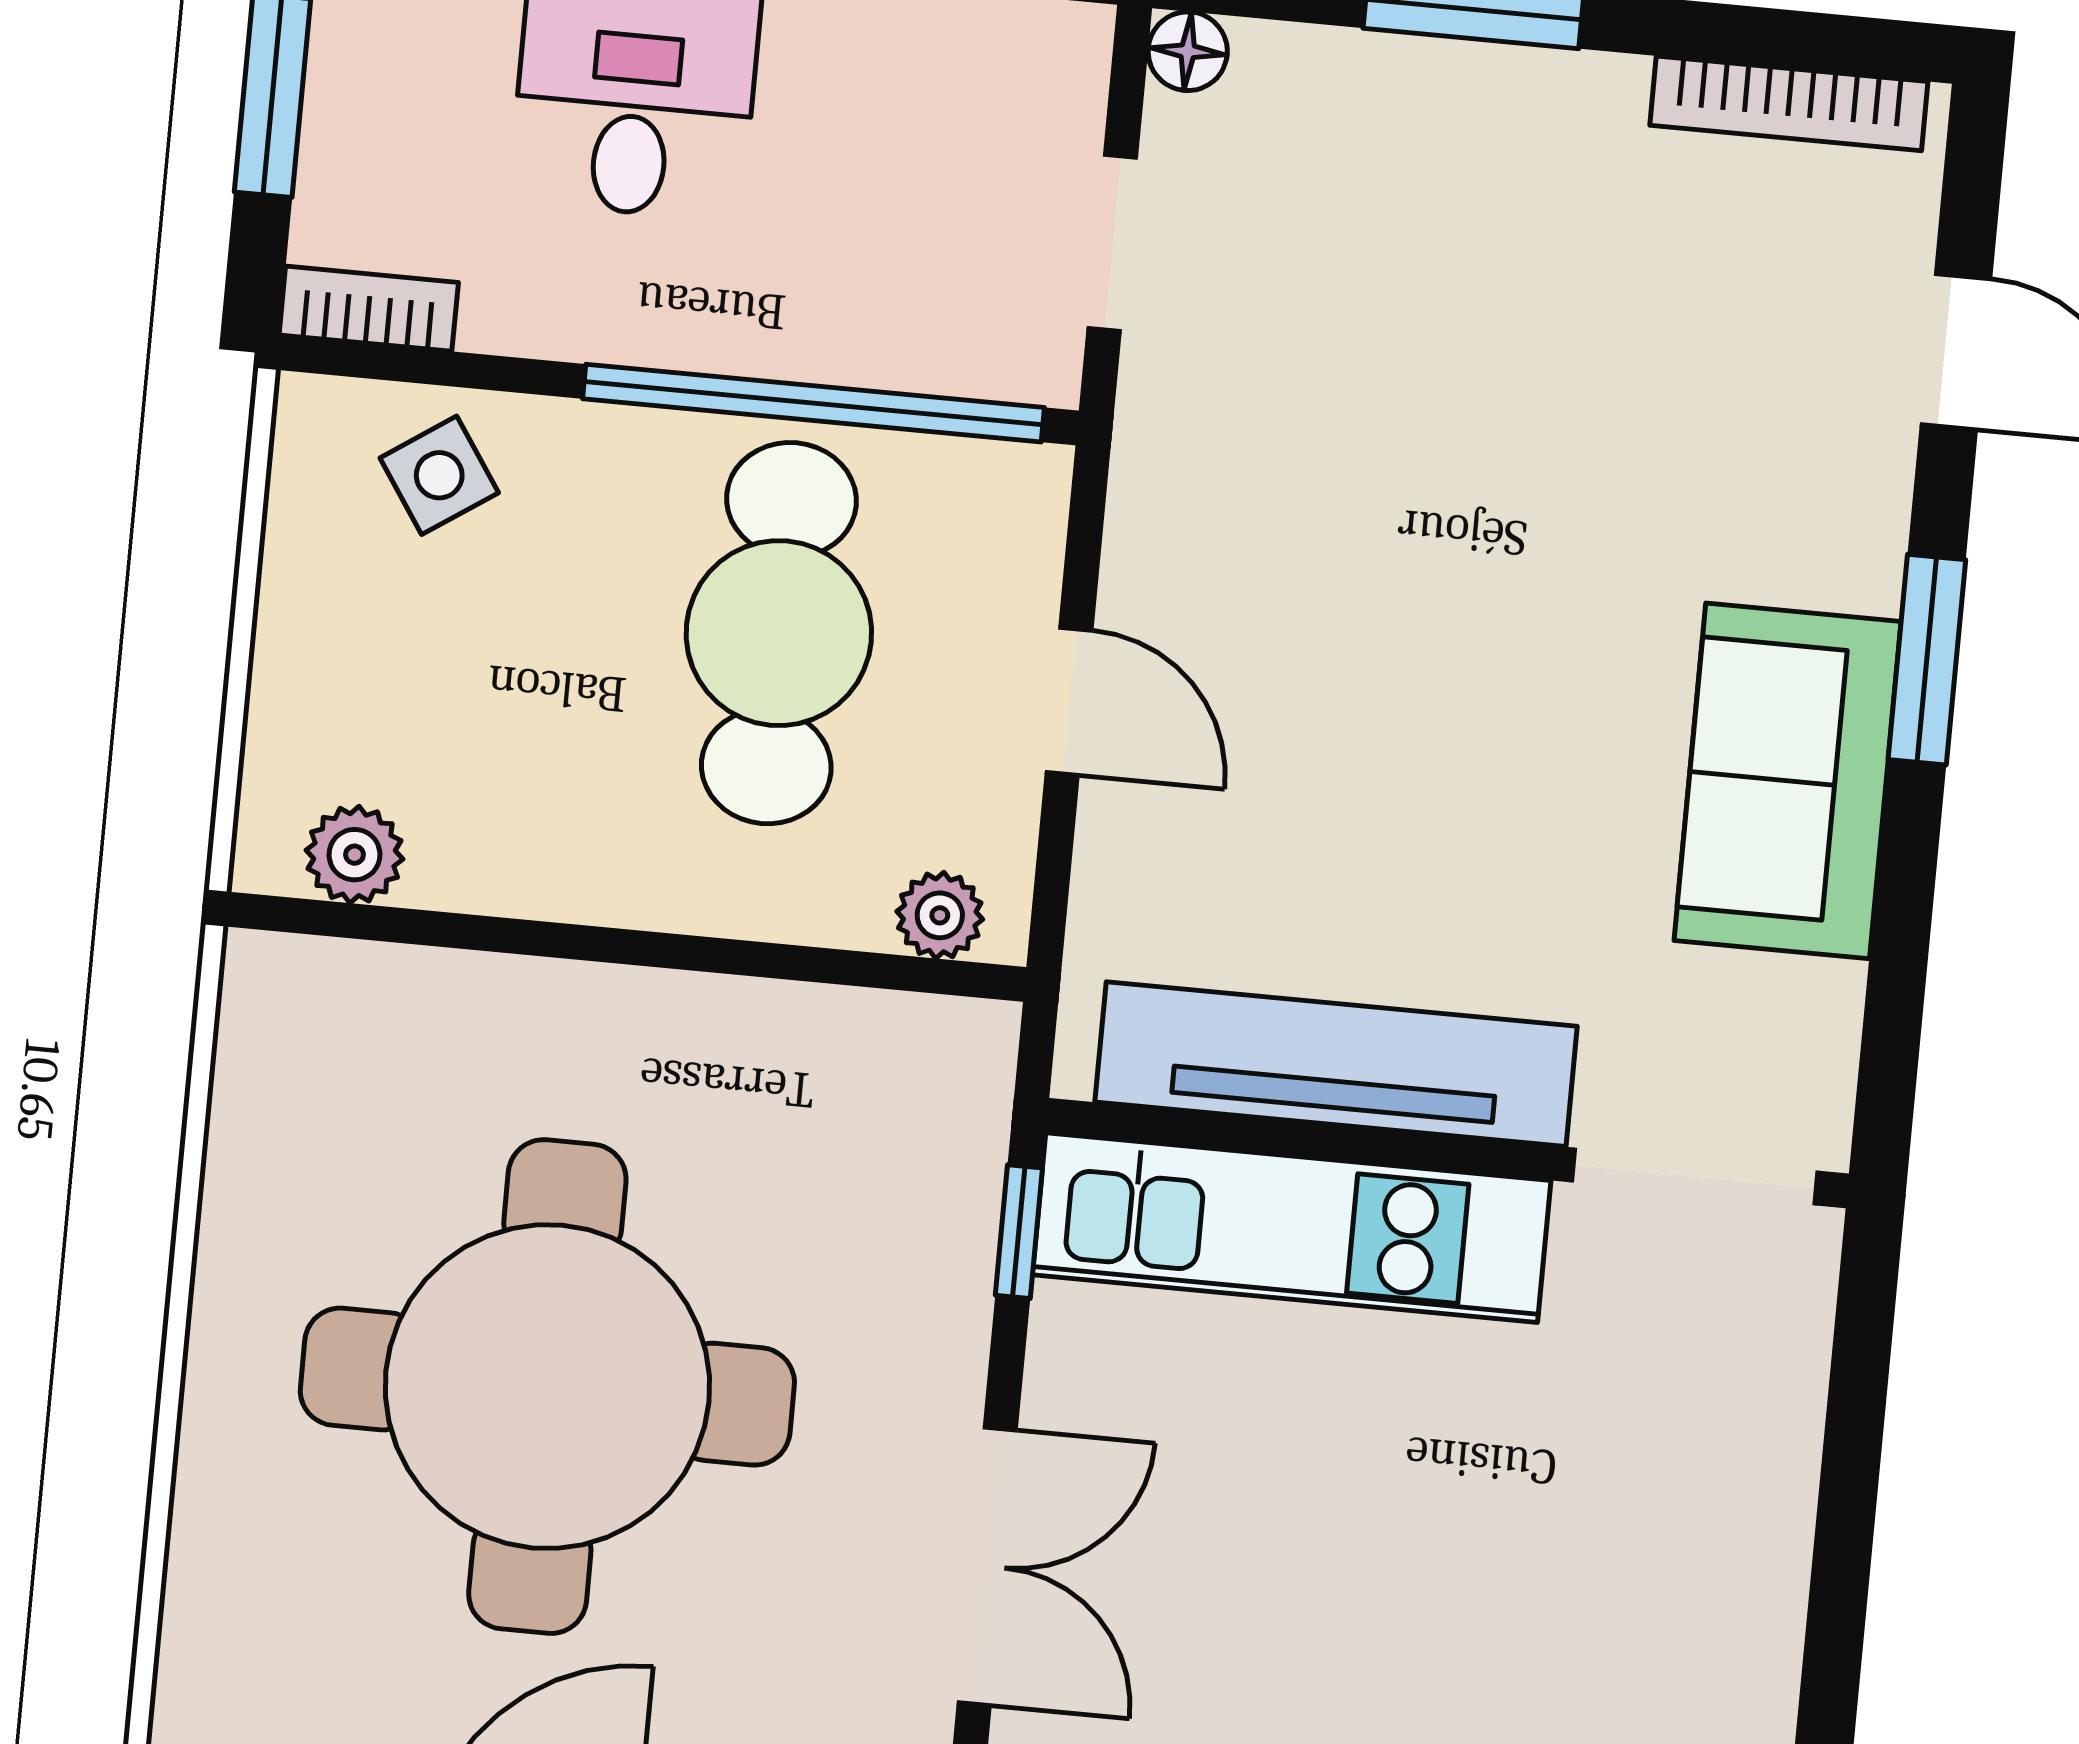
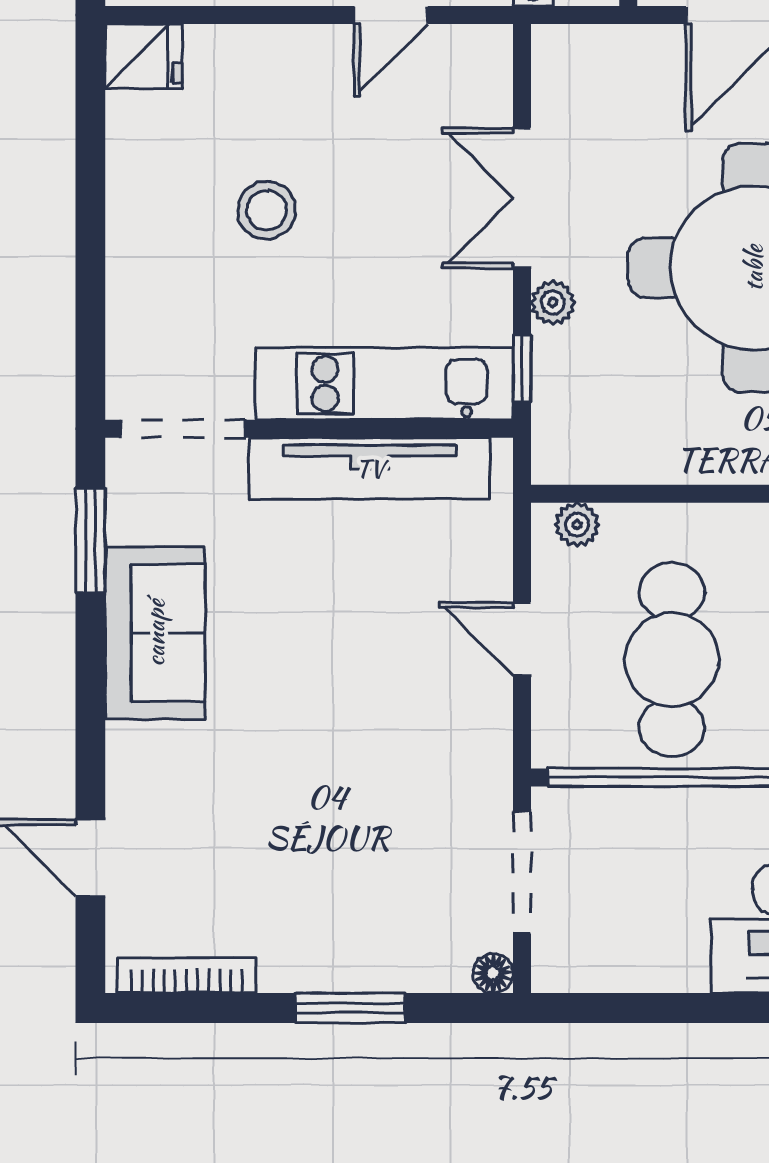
doorway: (1112, 243) -> (522, 873), width x1.38
window: (1927, 660) -> (90, 540), moved
plant: (946, 1355) -> (553, 302), added
stool: (1490, 1589) -> (267, 210), added

